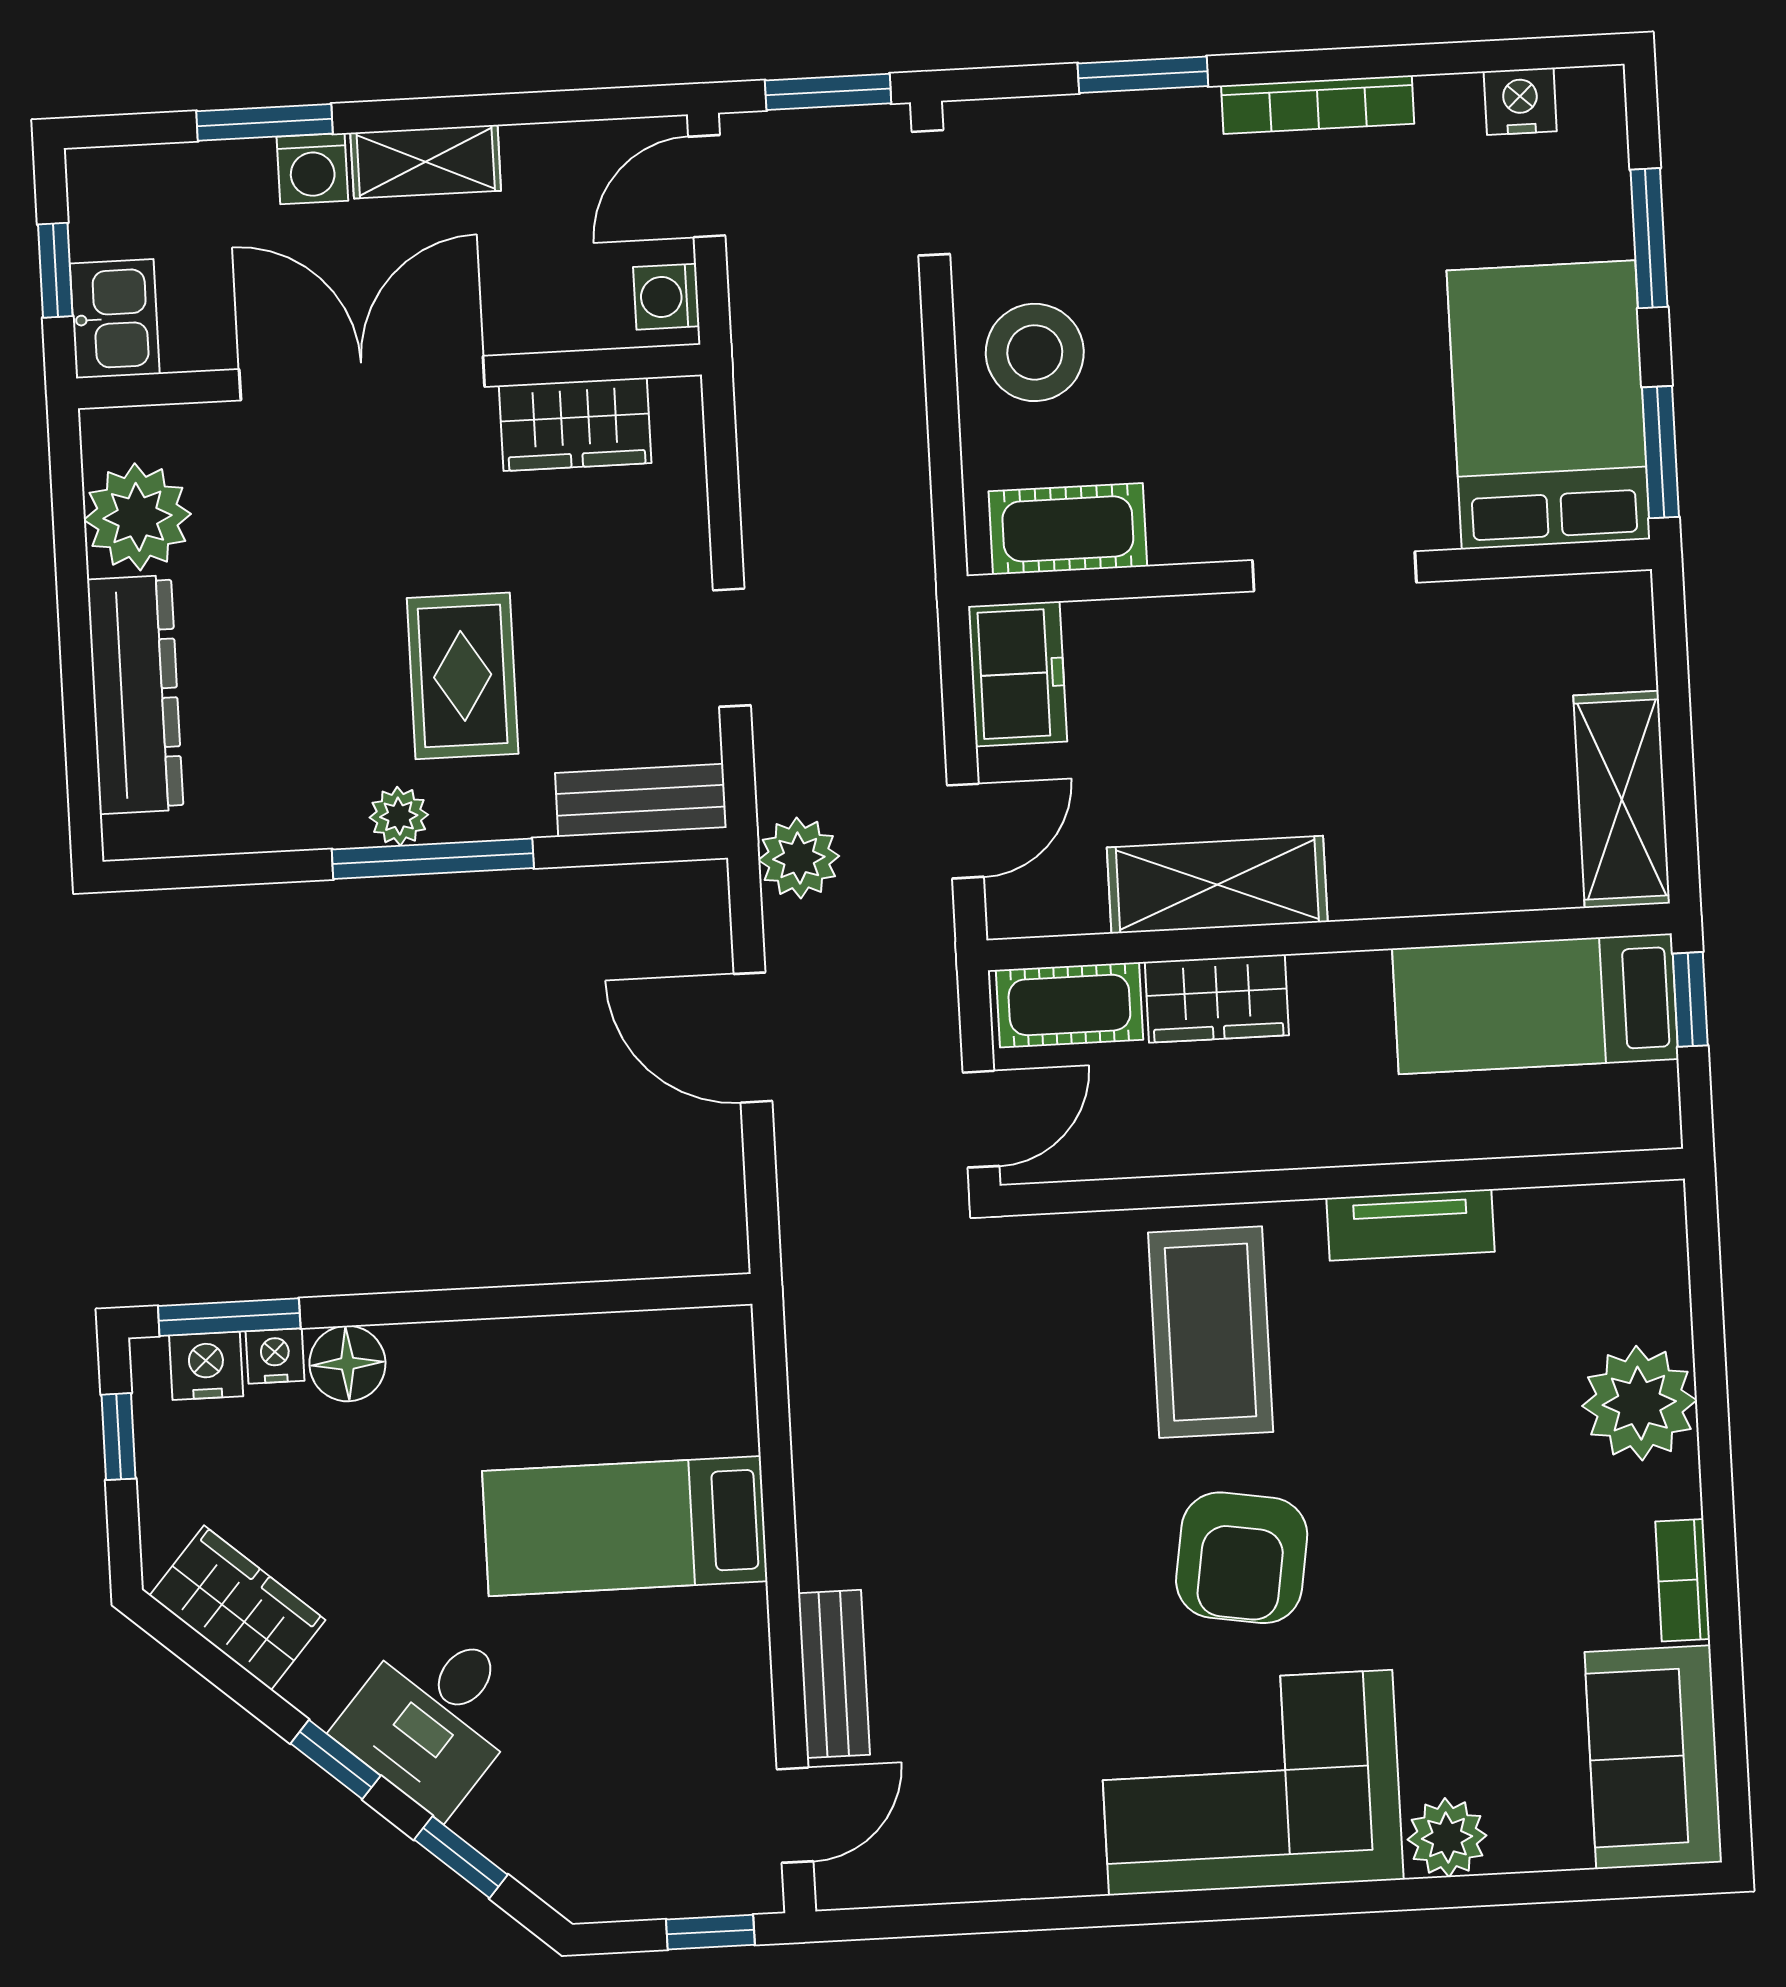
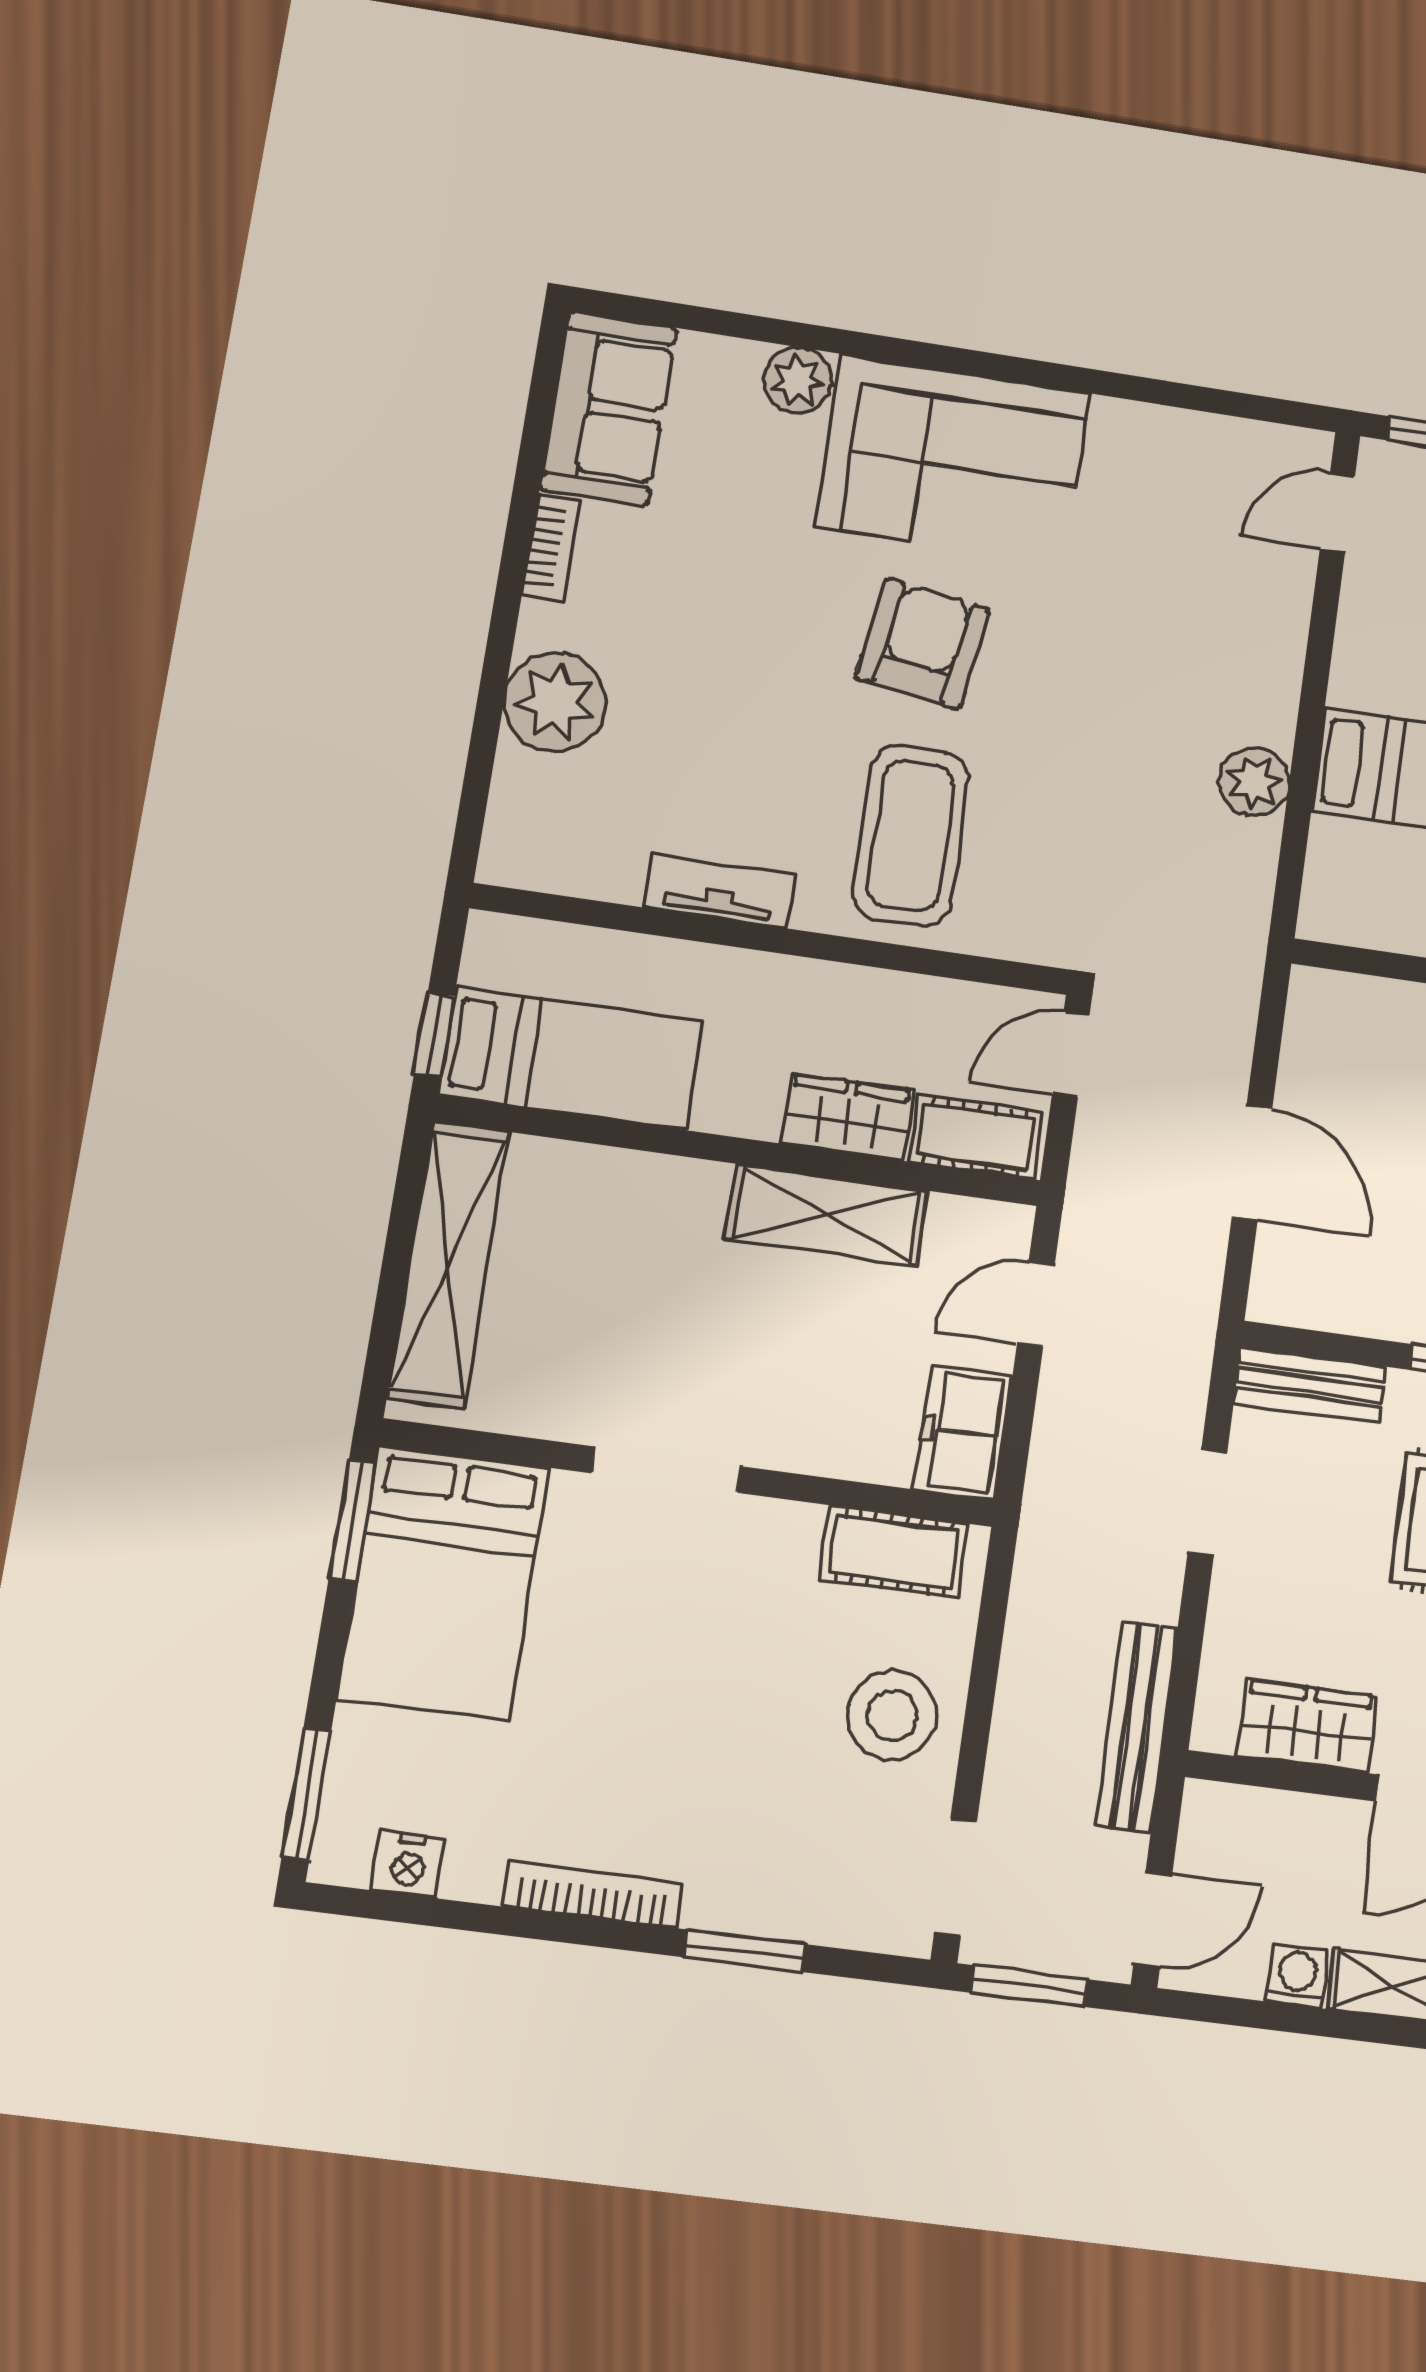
window: (1649, 238) -> (306, 1794), moved
washing machine: (666, 297) -> (1297, 1976), moved, turned -90
shelving: (1622, 799) -> (448, 1264), width x1.47
plant: (799, 858) -> (1254, 782), moved
bench: (834, 1674) -> (1136, 1726), moved, width x1.36

